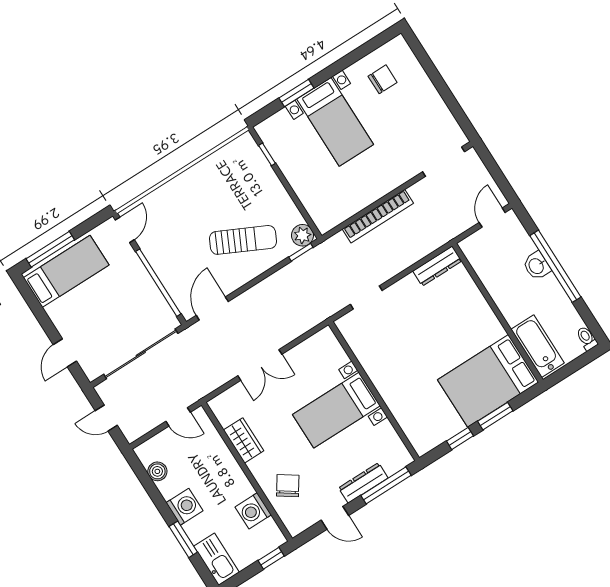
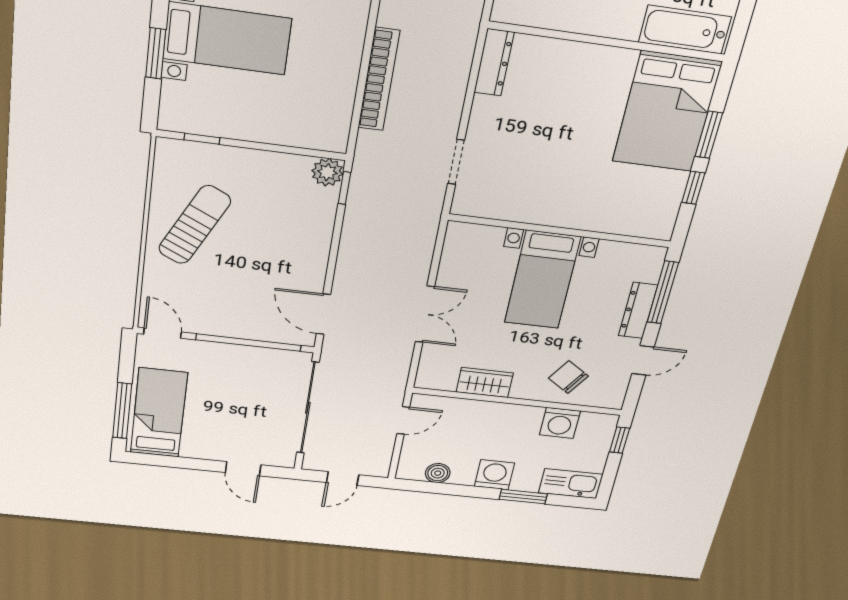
sun lounger: (243, 240) -> (195, 225), moved

